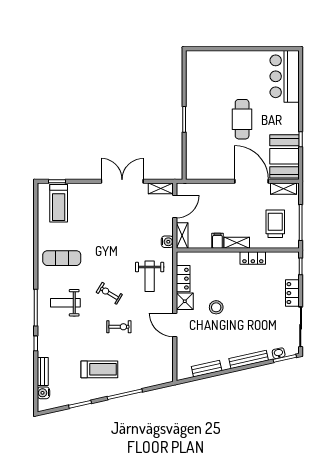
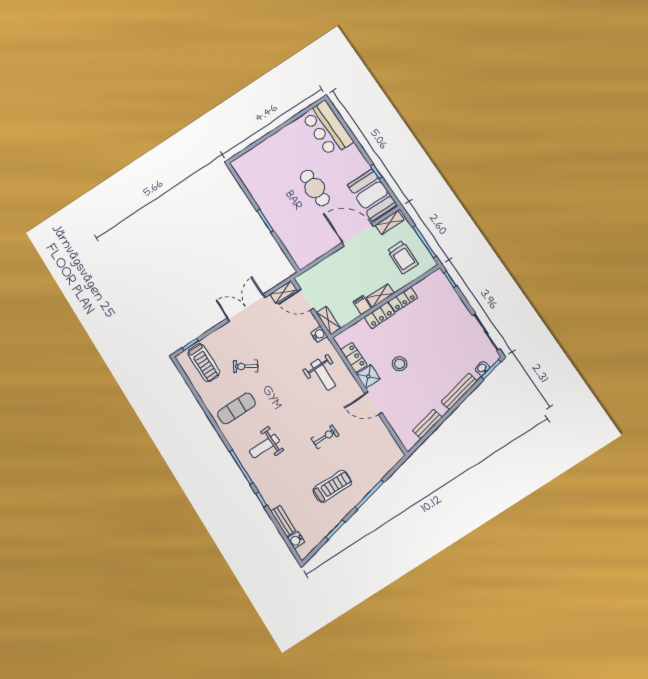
door: (175, 207) -> (306, 300), swing flipped
trolley: (275, 224) -> (403, 257), turned 180
exercise bike: (109, 293) -> (246, 366), moved
locker: (292, 293) -> (380, 315), moved, turned -90

